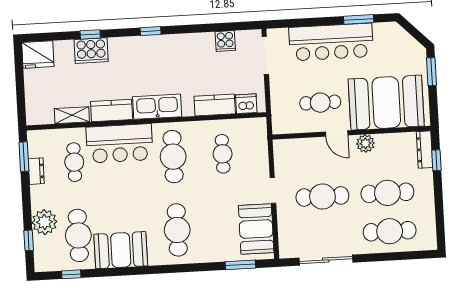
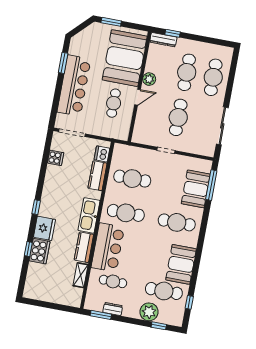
fridge: (38, 55) -> (44, 228), moved
cafe table: (223, 154) -> (132, 179), width x1.37, depth x1.35
booth: (256, 229) -> (196, 189), moved, turned 90
window: (240, 265) -> (211, 185), width x1.44

